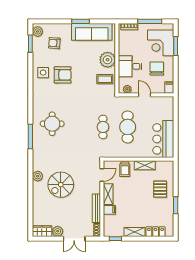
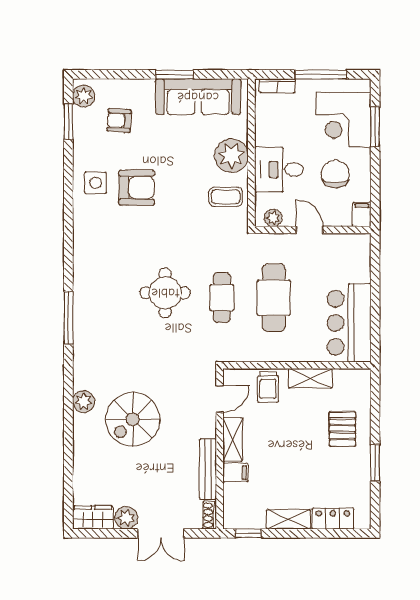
round table: (52, 124) -> (165, 293), moved

